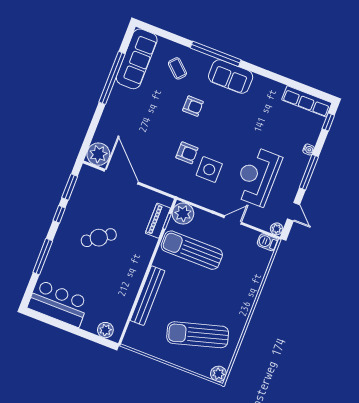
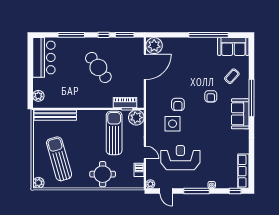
sofa: (137, 59) -> (233, 46), width x0.73
door: (293, 212) -> (166, 191), hinge flipped
cafe table: (99, 238) -> (98, 67), width x1.37, depth x1.35
barbecue: (268, 242) -> (139, 170), moved
round table: (240, 286) -> (103, 174), added
bench: (148, 296) -> (55, 115), moved

